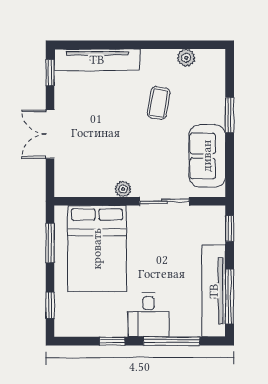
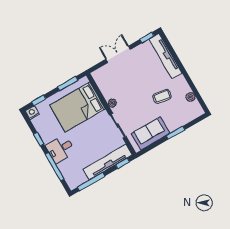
tv unit: (214, 291) -> (108, 162), moved
nightstand: (64, 327) -> (32, 113), added

